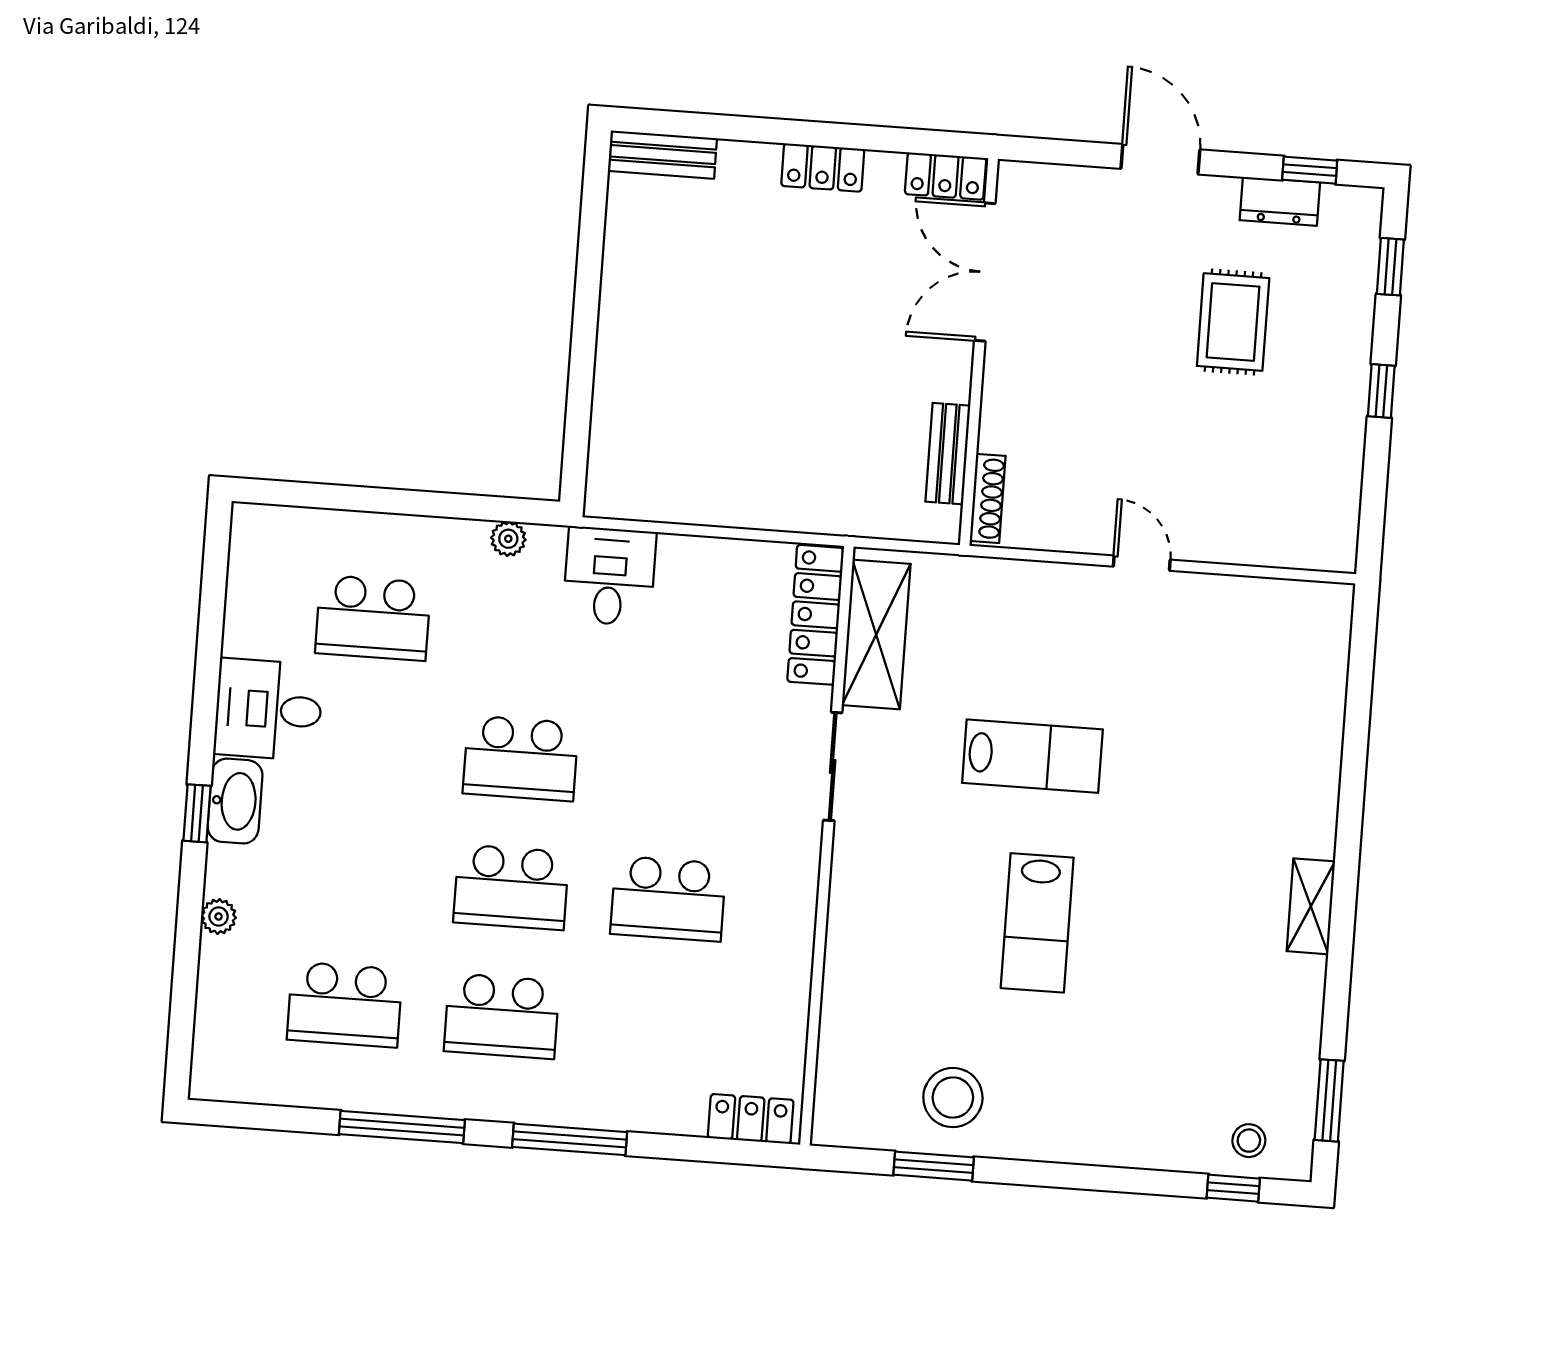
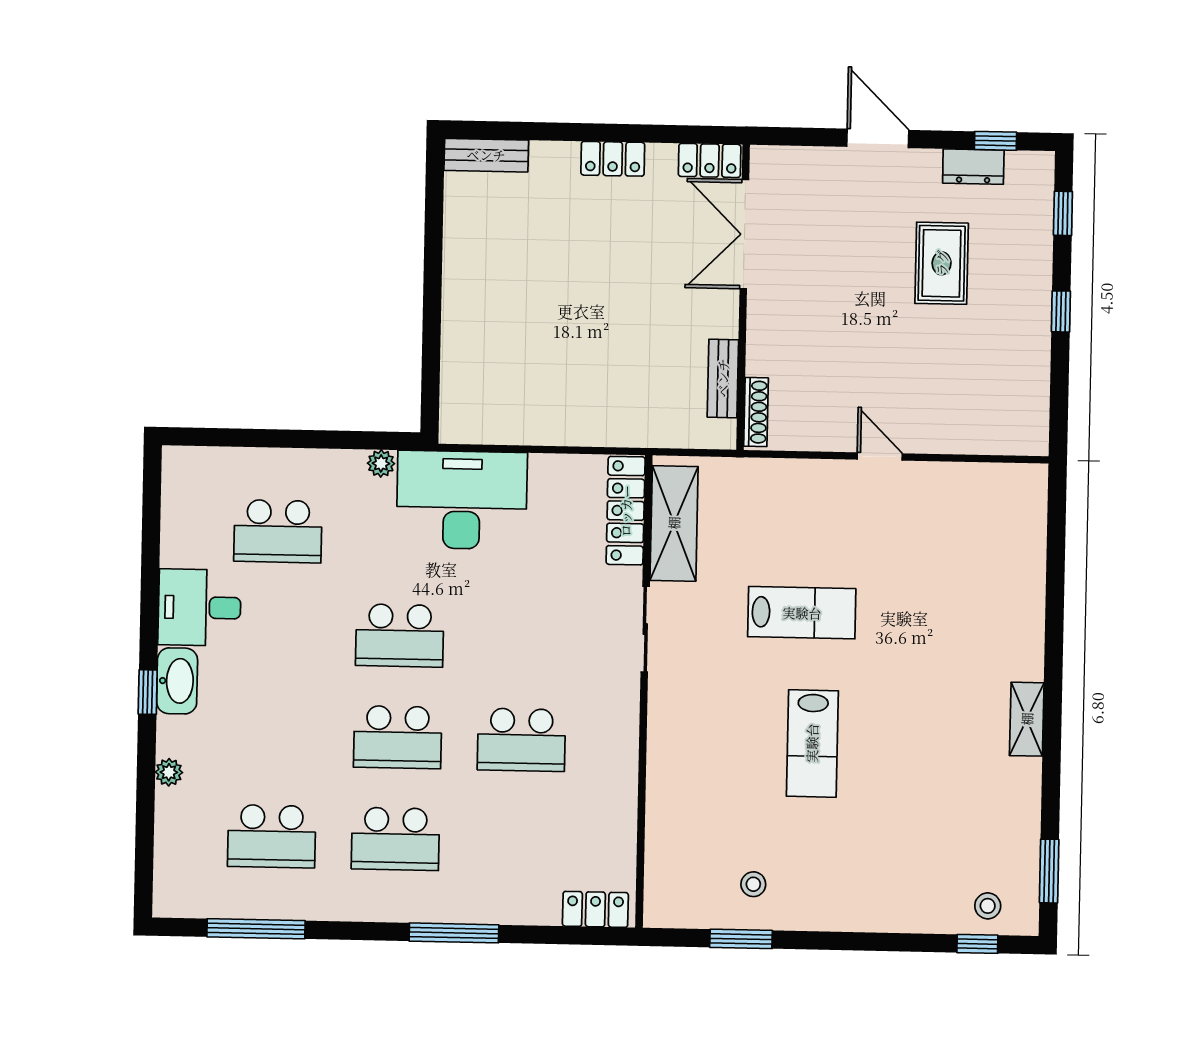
desk: (609, 576) -> (462, 500), width x1.87, depth x1.30
stool: (953, 1098) -> (753, 884), width x0.53, depth x0.53
window: (402, 1127) -> (256, 929), moved

